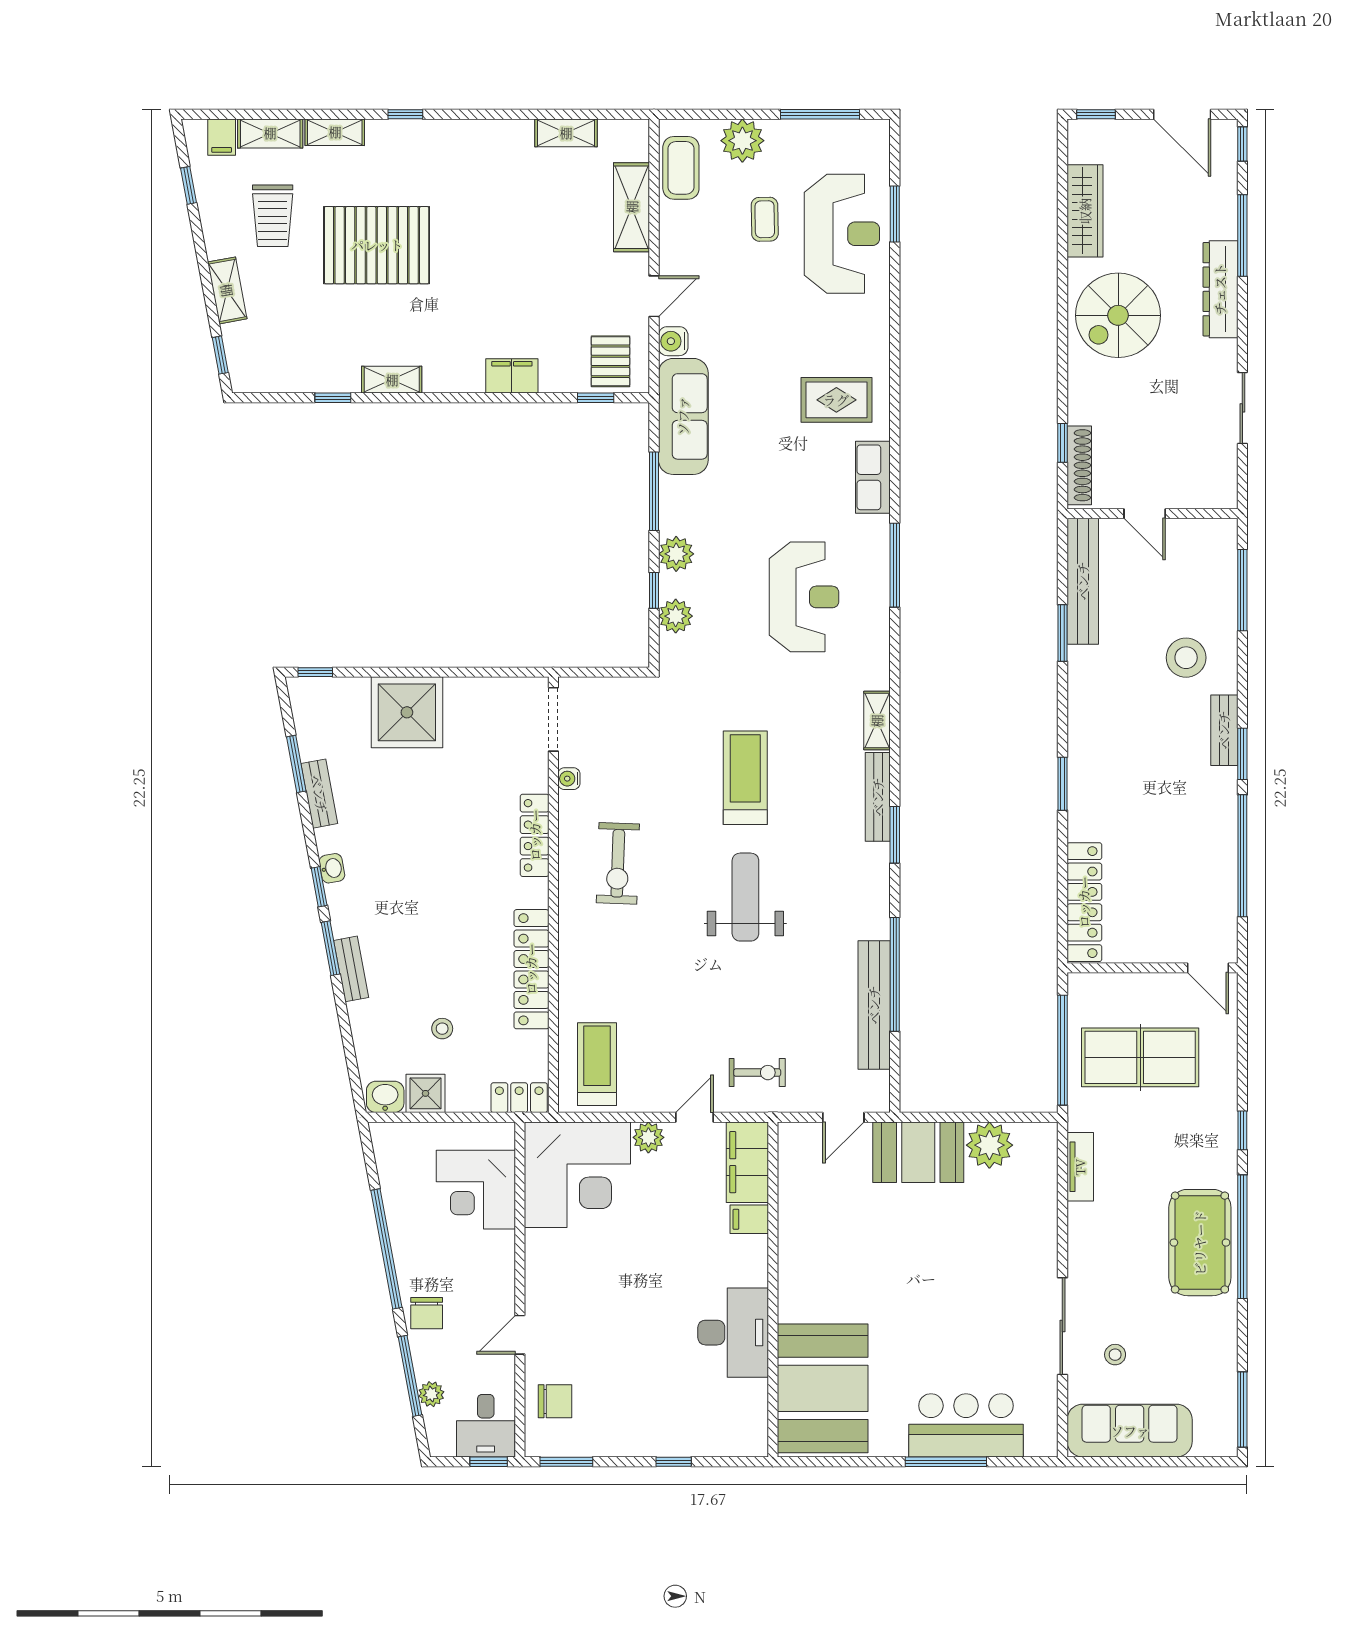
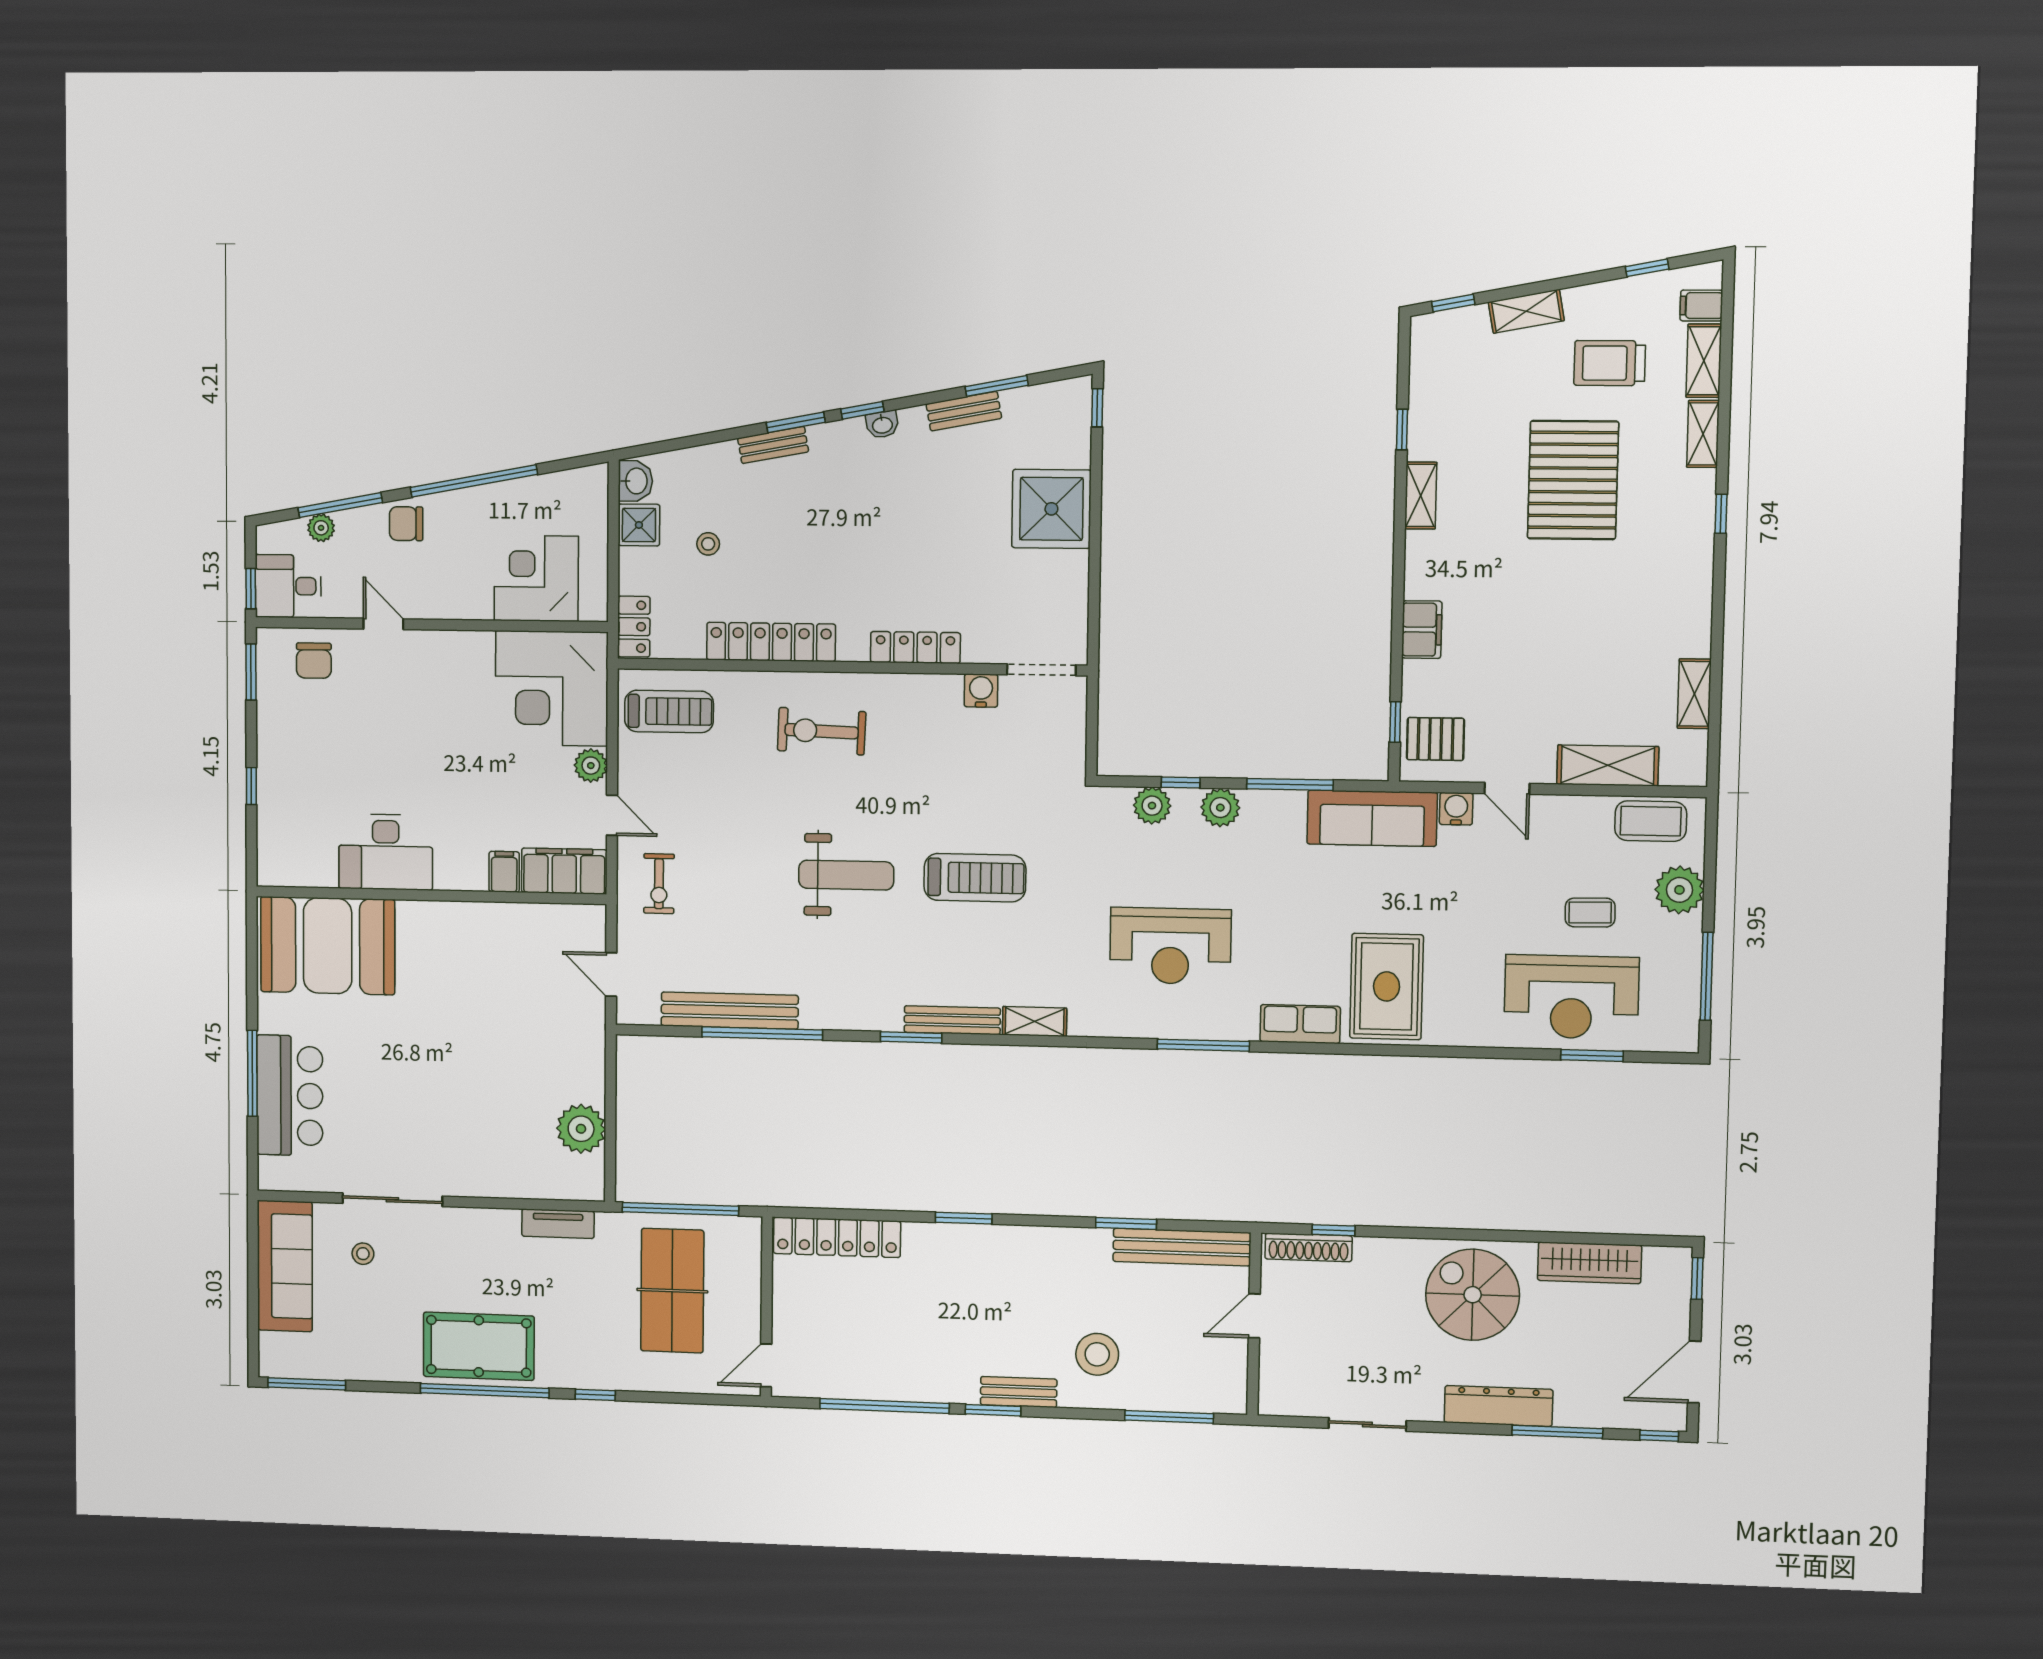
rug: (836, 400) -> (1387, 986), width x1.36, depth x1.43
water cooler: (569, 779) -> (981, 691), width x1.38, depth x1.38
exercise bike: (618, 863) -> (822, 731), moved
booth: (918, 1152) -> (574, 1053), removed

